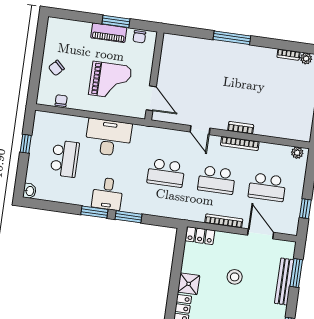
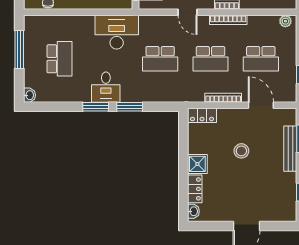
desk: (108, 138) -> (117, 32), moved
window: (26, 144) -> (19, 50), width x2.17

